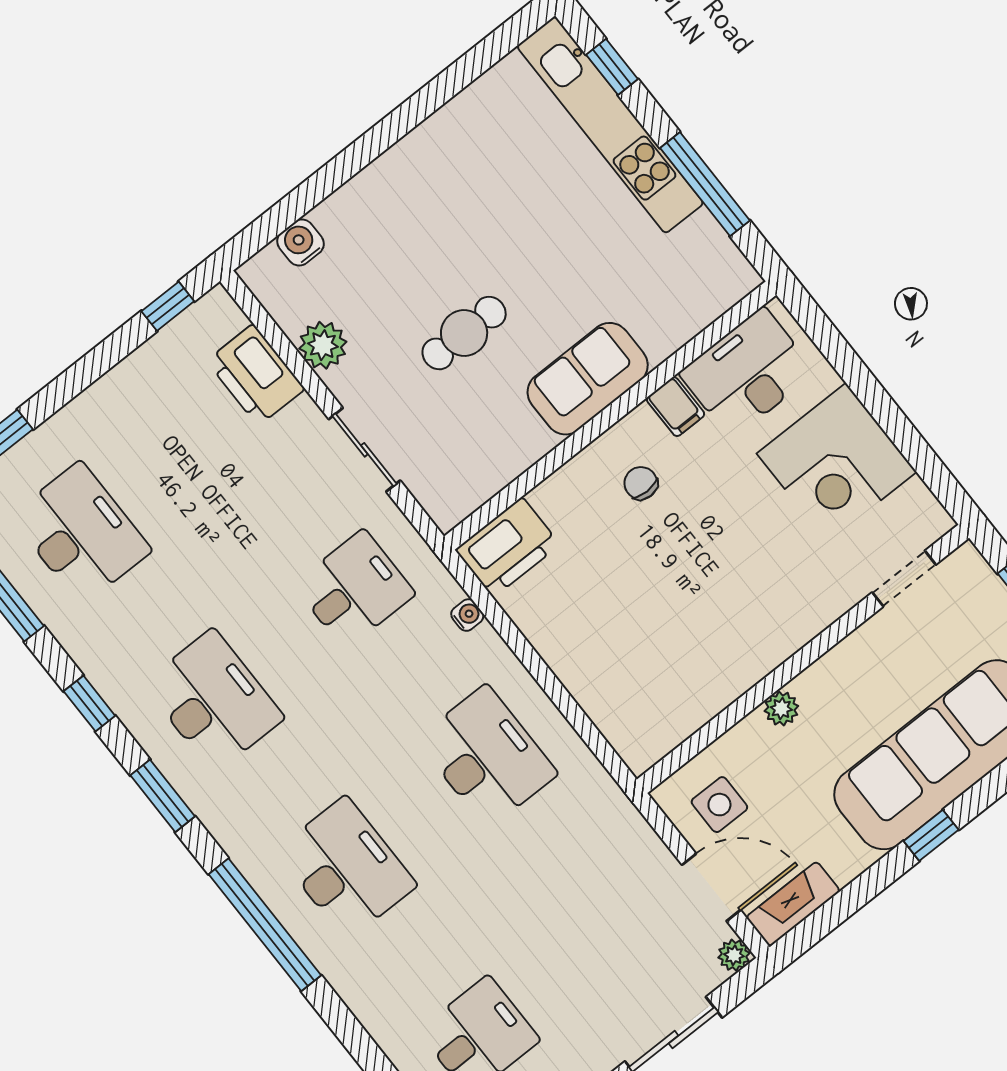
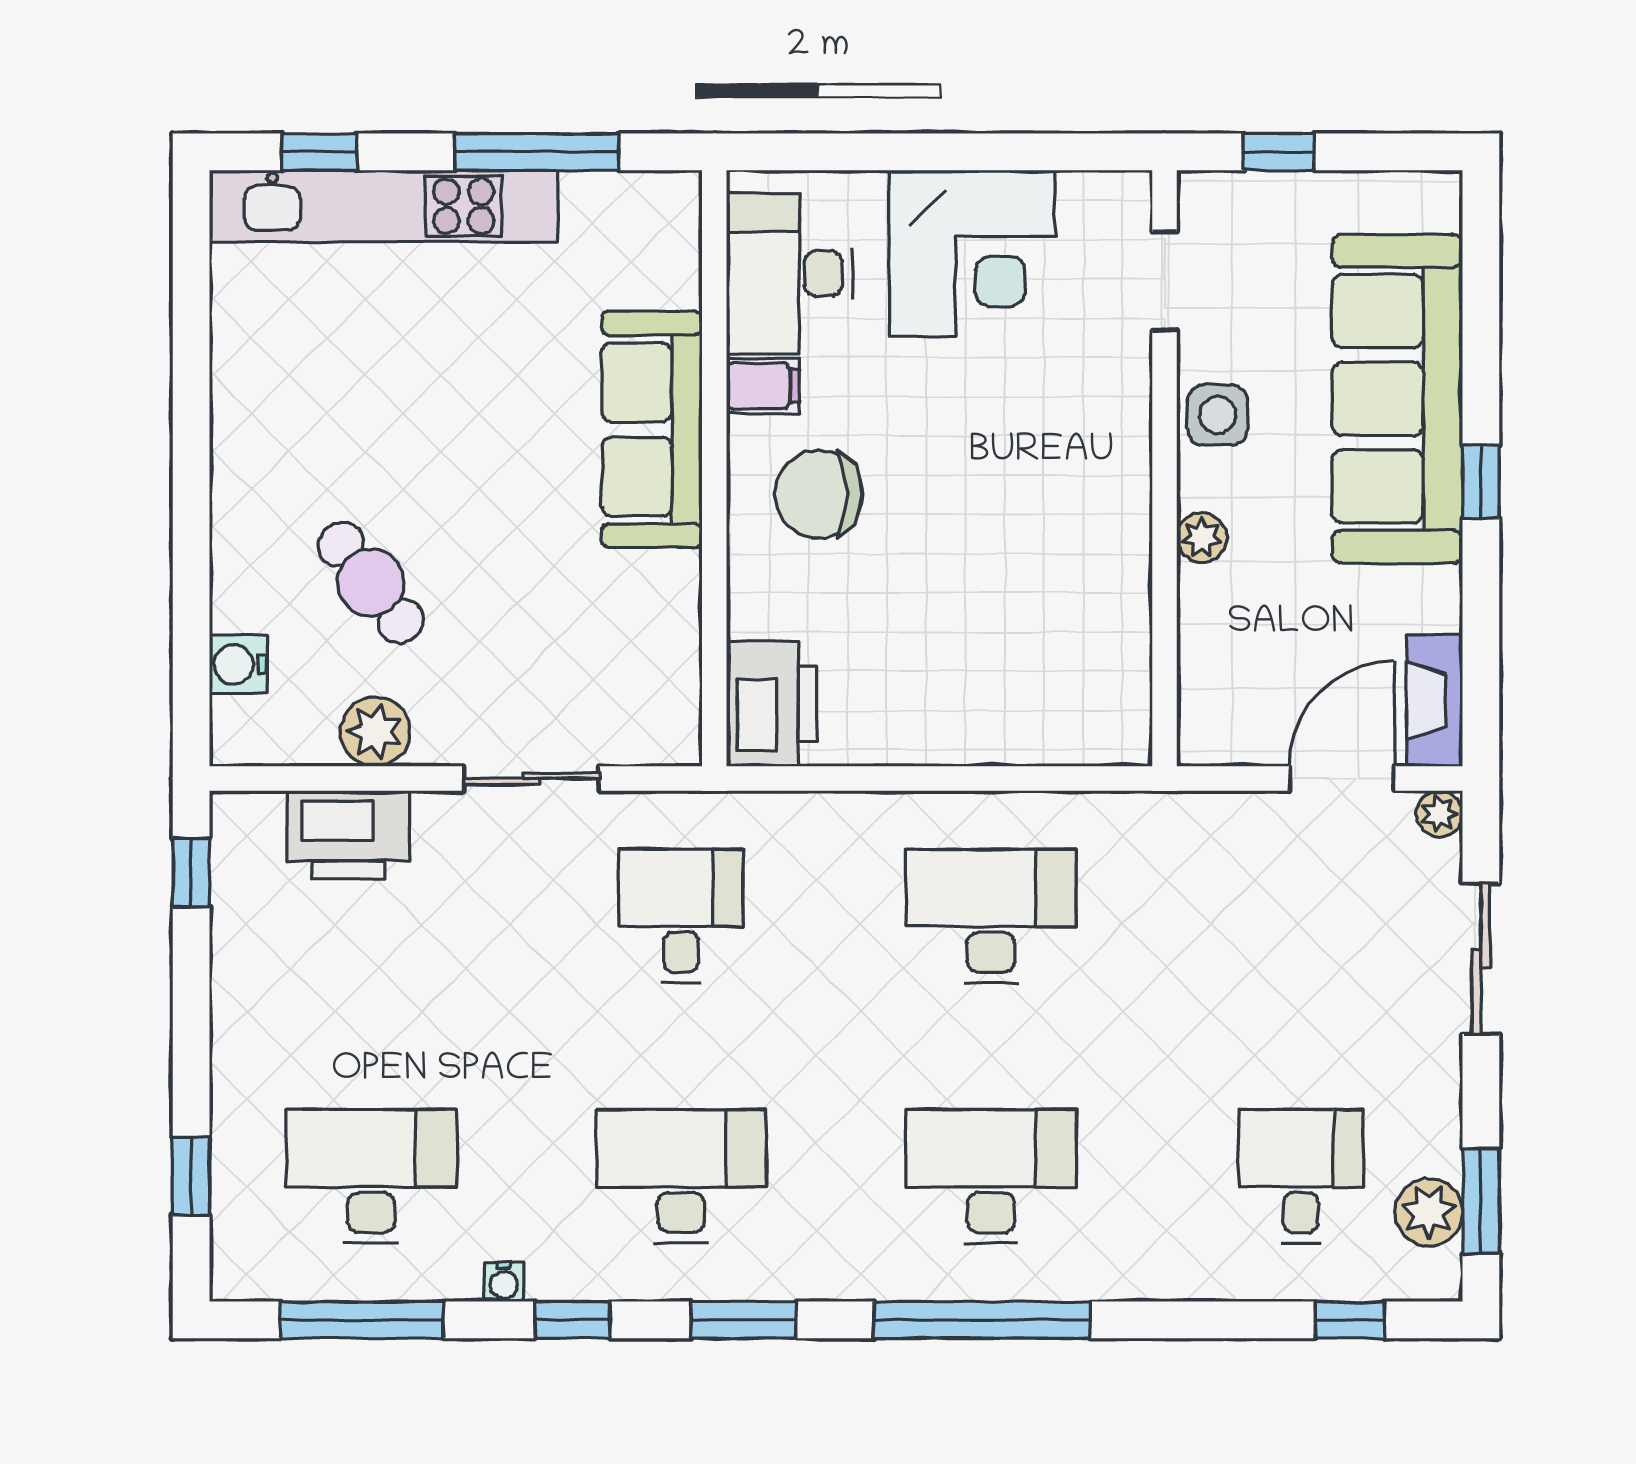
cafe table: (464, 333) -> (371, 583), moved, turned -38
sofa: (588, 379) -> (652, 429), width x1.36
chair: (641, 483) -> (819, 494), width x1.87, depth x1.87
water cooler: (467, 615) -> (504, 1282), moved, turned 180
side table: (719, 805) -> (1218, 415), moved

